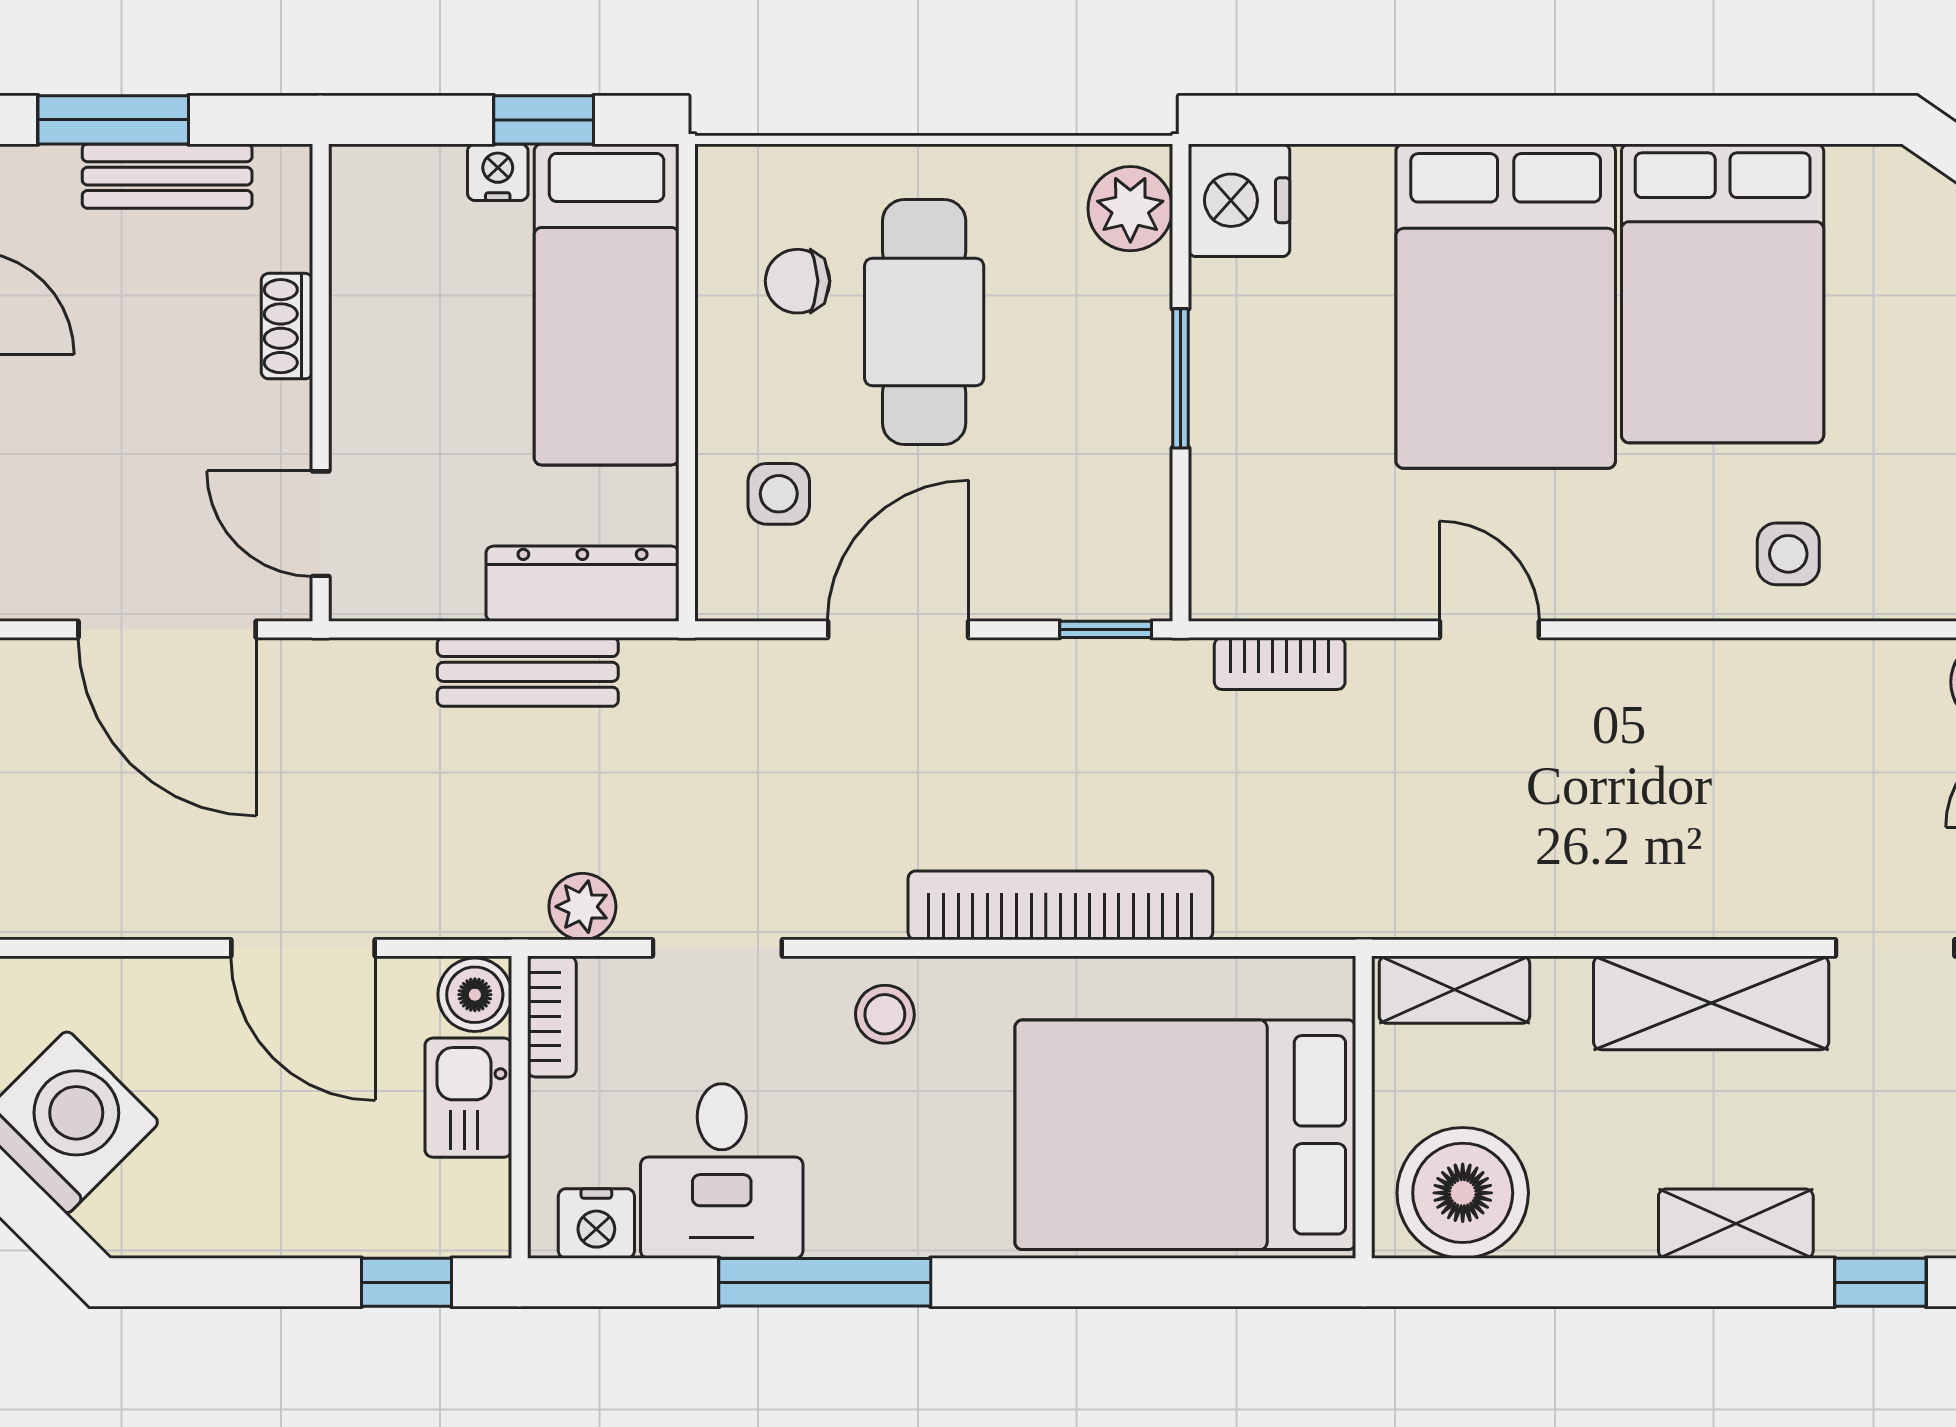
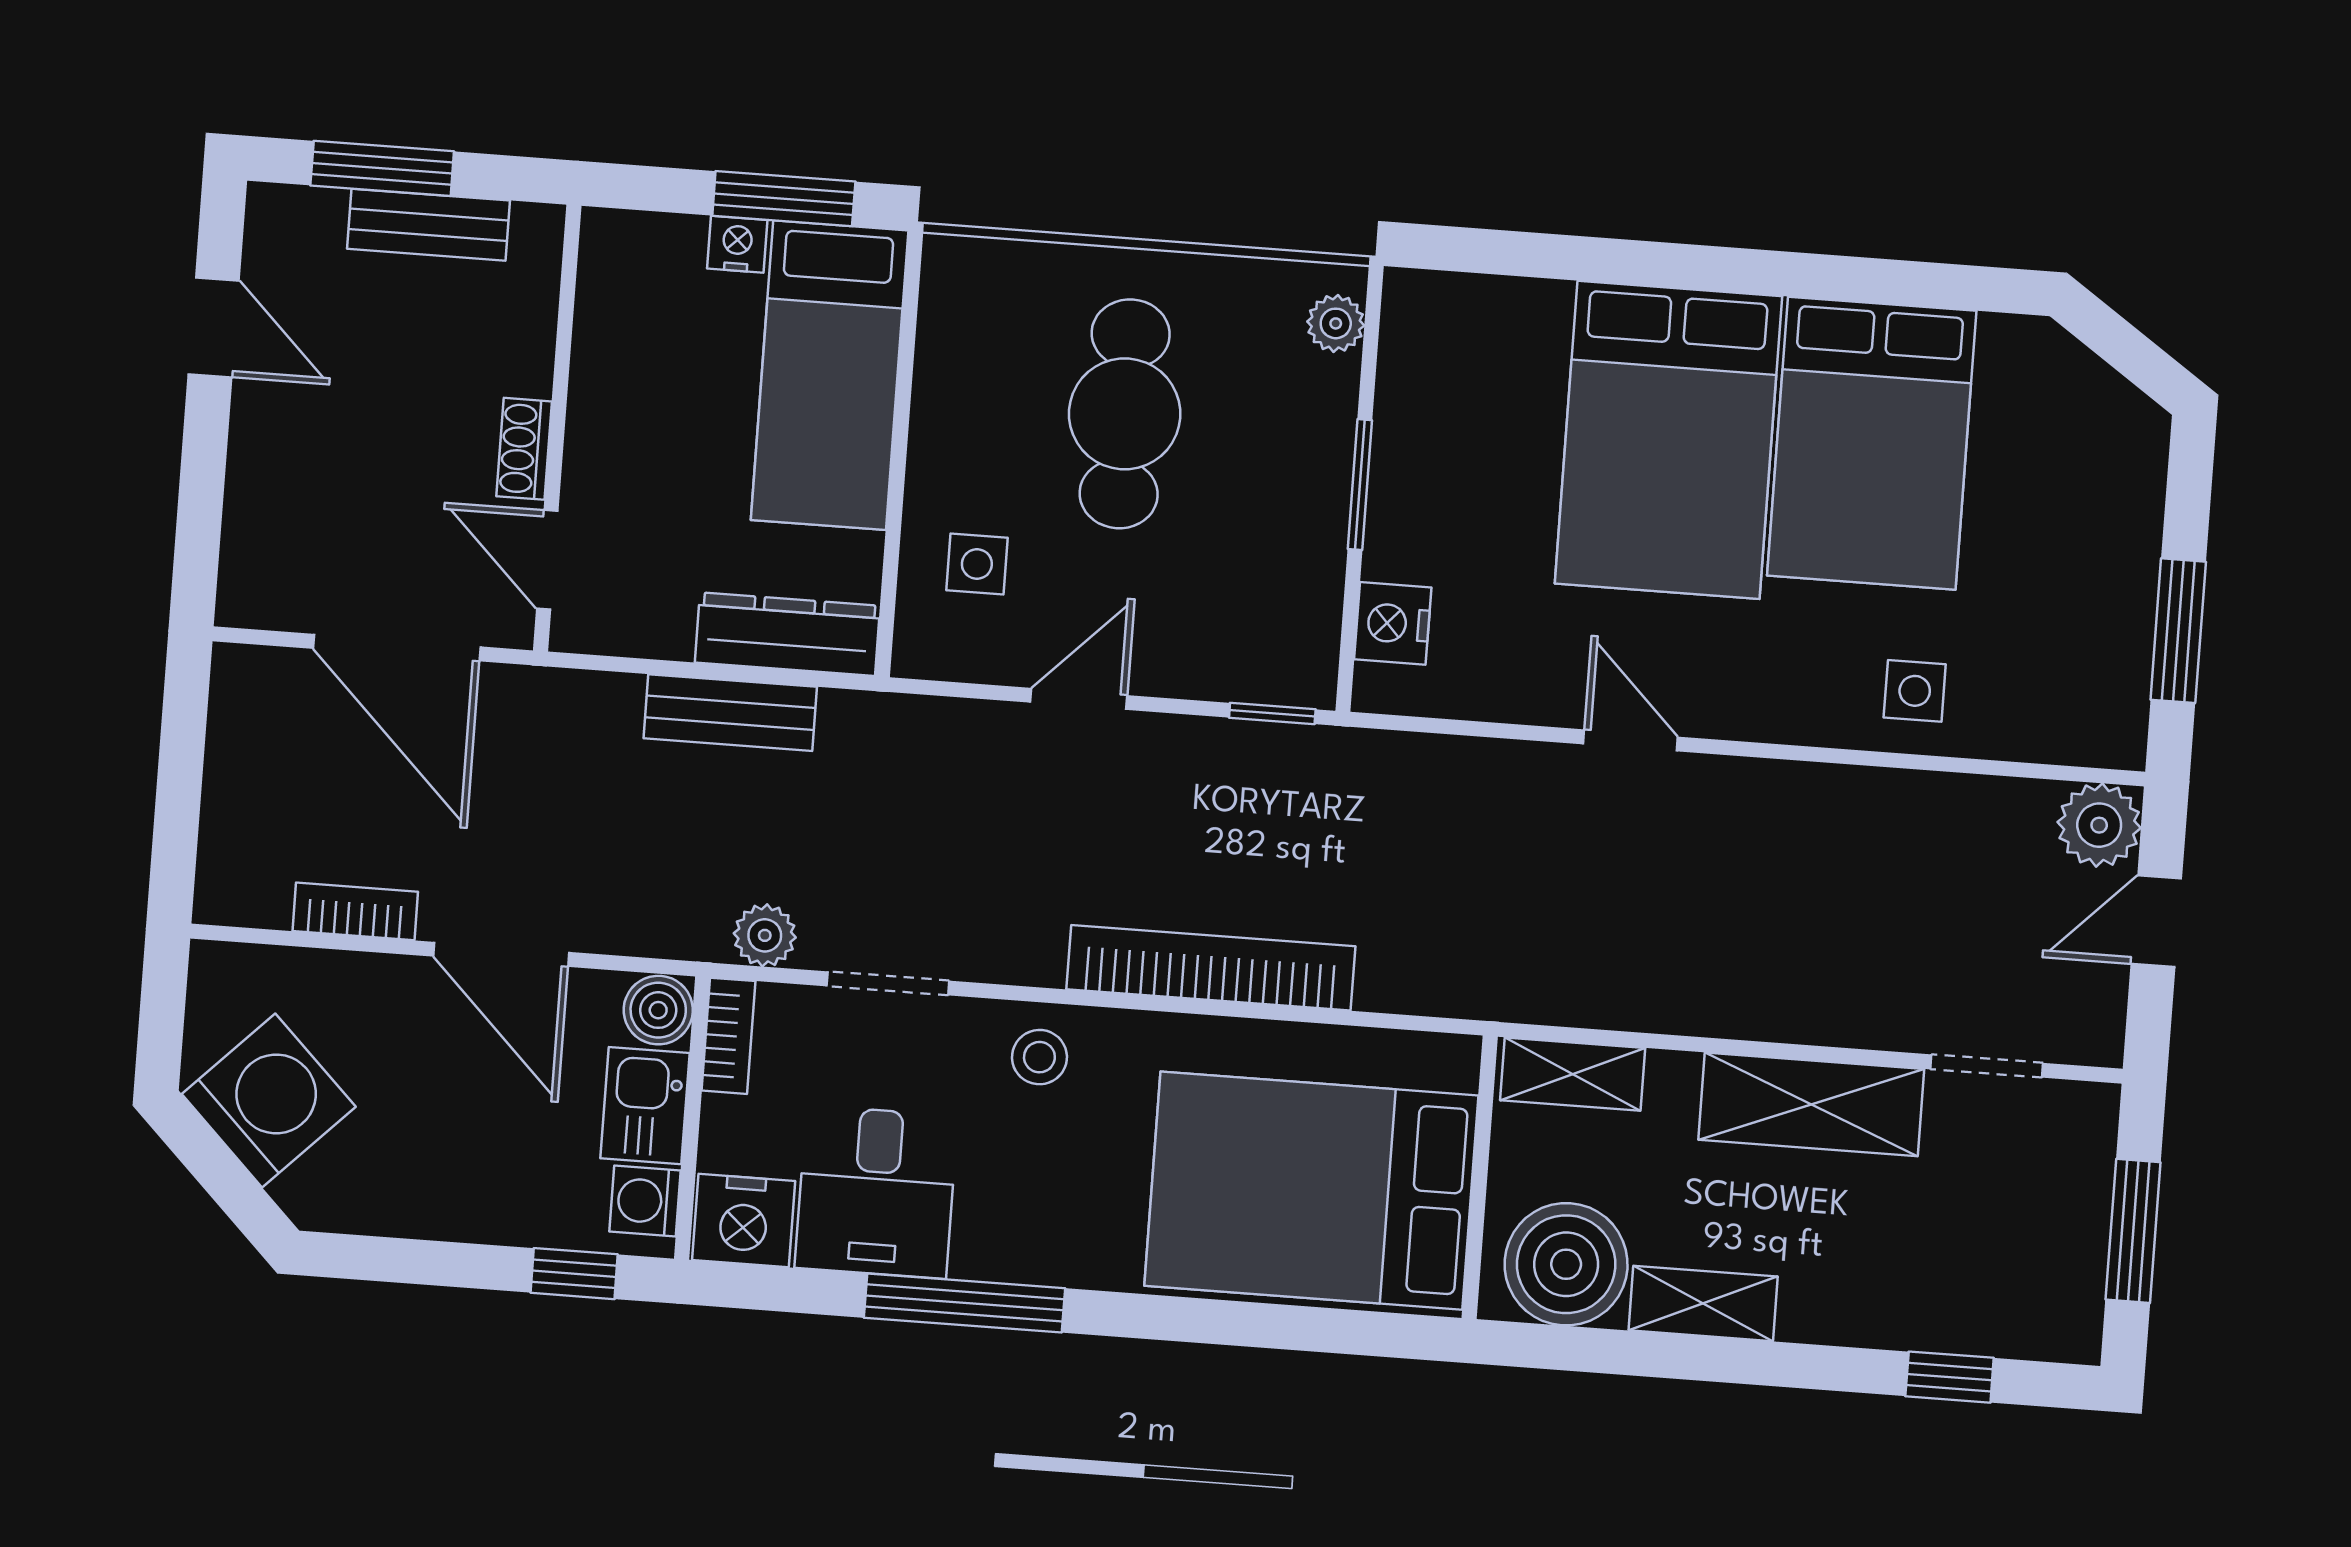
window: (544, 120) -> (784, 199), width x1.50
nightstand: (1239, 200) -> (1393, 623), moved, width x0.74, depth x0.75
plant: (1130, 209) -> (1336, 323), width x0.73, depth x0.73
chair: (798, 281) -> (1009, 367), removed
shoe rack: (287, 326) -> (524, 449), moved
door: (898, 629) -> (1079, 699), width x0.73
bookcase: (1280, 663) -> (355, 911), moved, turned 180
washing machine: (476, 1199) -> (645, 1201), added
nightstand: (596, 1224) -> (744, 1221), width x1.36, depth x1.33
shelving: (1736, 1224) -> (1703, 1303), moved

